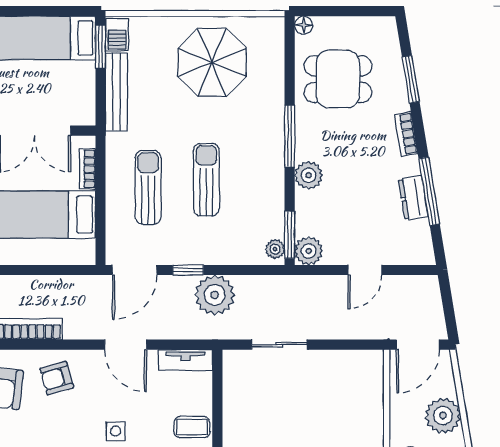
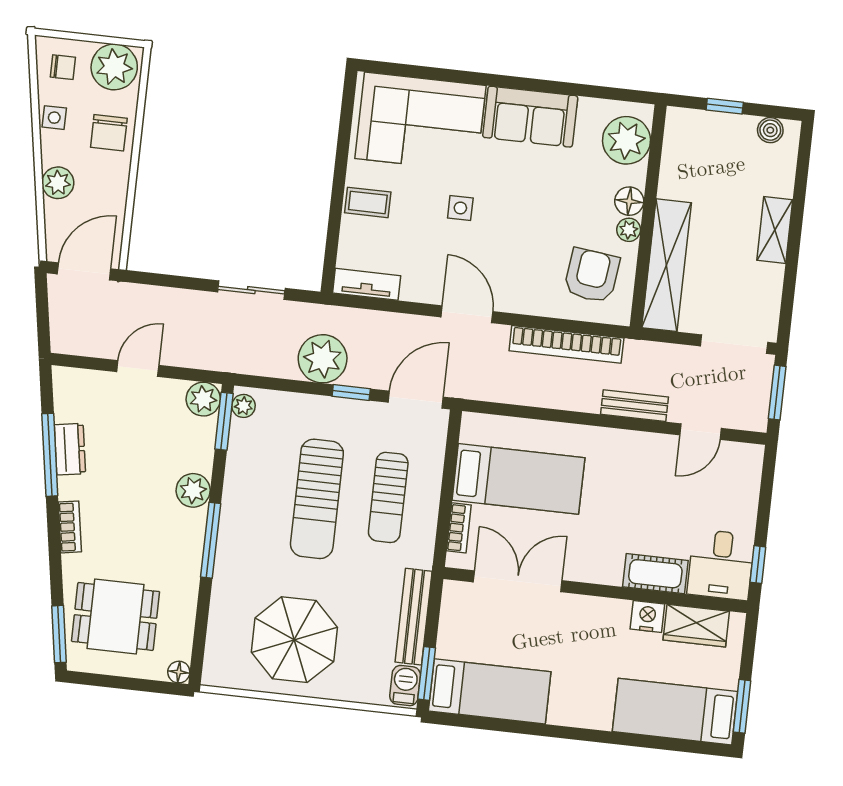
dining table: (338, 79) -> (116, 616), moved
window: (411, 79) -> (59, 634), moved
sun lounger: (206, 180) -> (317, 499), width x1.36, depth x1.34
door: (126, 345) -> (467, 314), moved
armchair: (57, 378) -> (524, 280), removed
plant: (443, 416) -> (58, 183), width x0.73, depth x0.73

